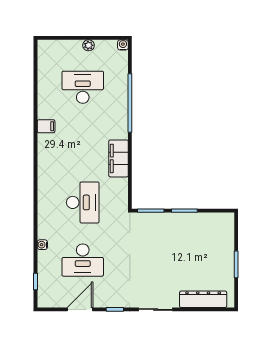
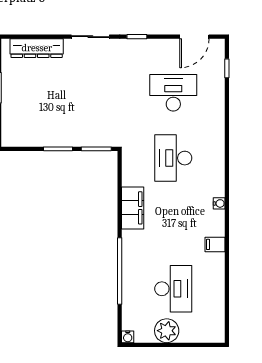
plant: (89, 45) -> (167, 331), width x1.88, depth x1.88
desk: (83, 87) -> (173, 289), turned -90
water cooler: (42, 245) -> (219, 203), moved
door: (80, 309) -> (194, 37), moved

